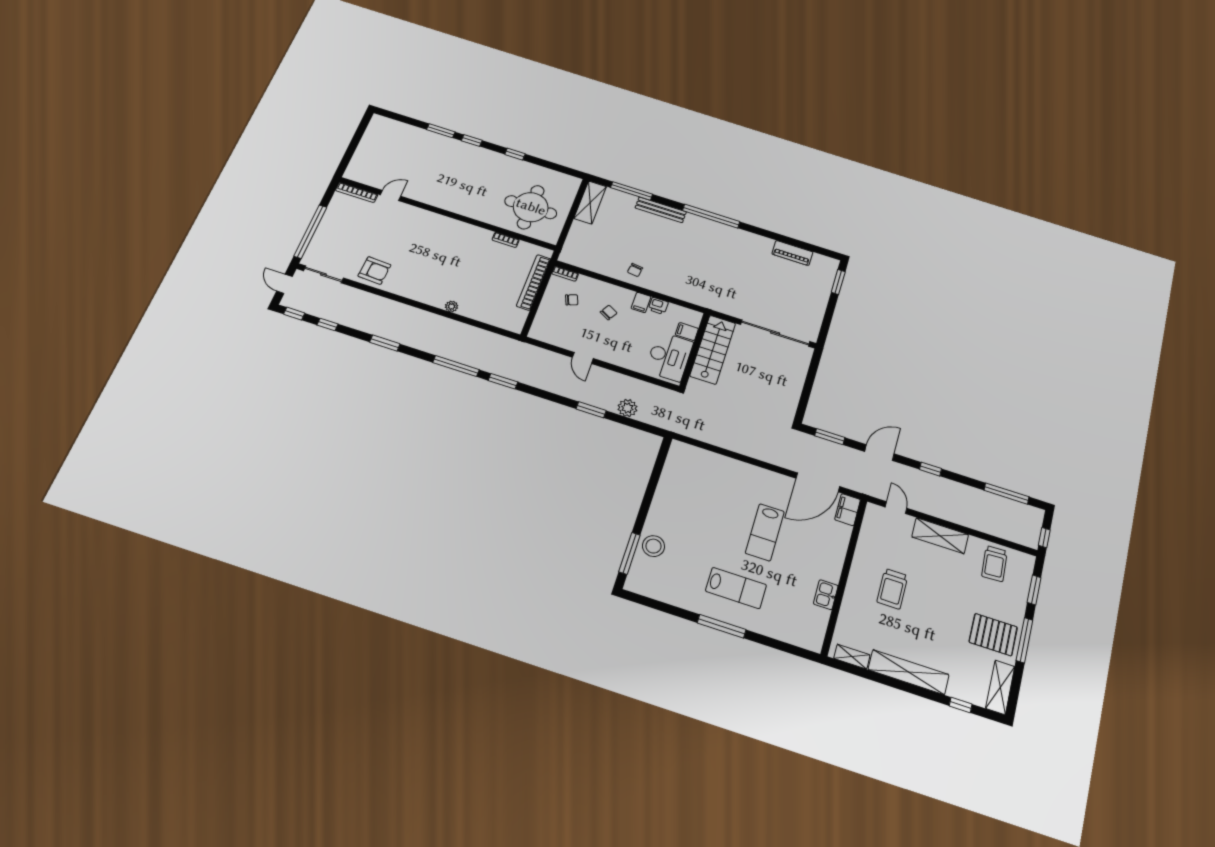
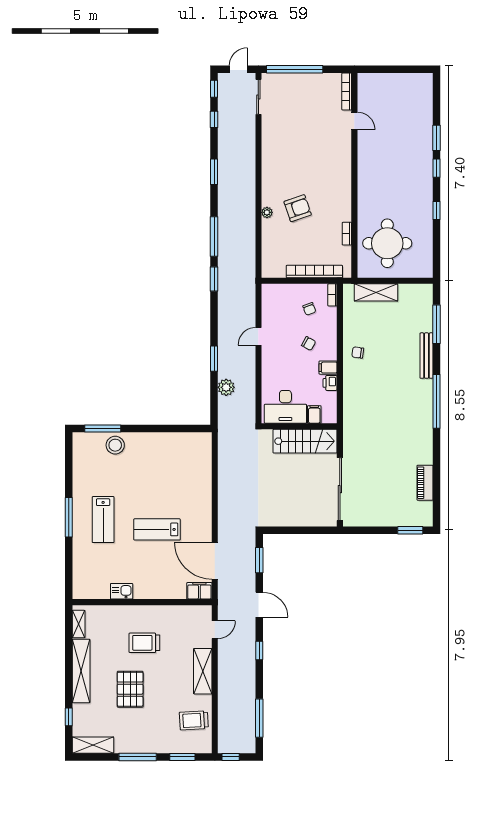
shelving: (590, 202) -> (376, 292), moved
armchair: (374, 271) -> (298, 208), moved, turned -112
pallet: (993, 635) -> (130, 689), moved

